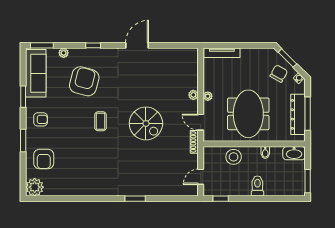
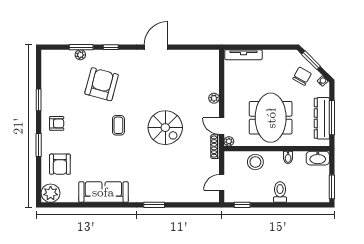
window: (42, 45) -> (81, 47), moved
sofa: (36, 73) -> (103, 192), moved, turned -90
plant: (208, 96) -> (229, 141), moved

